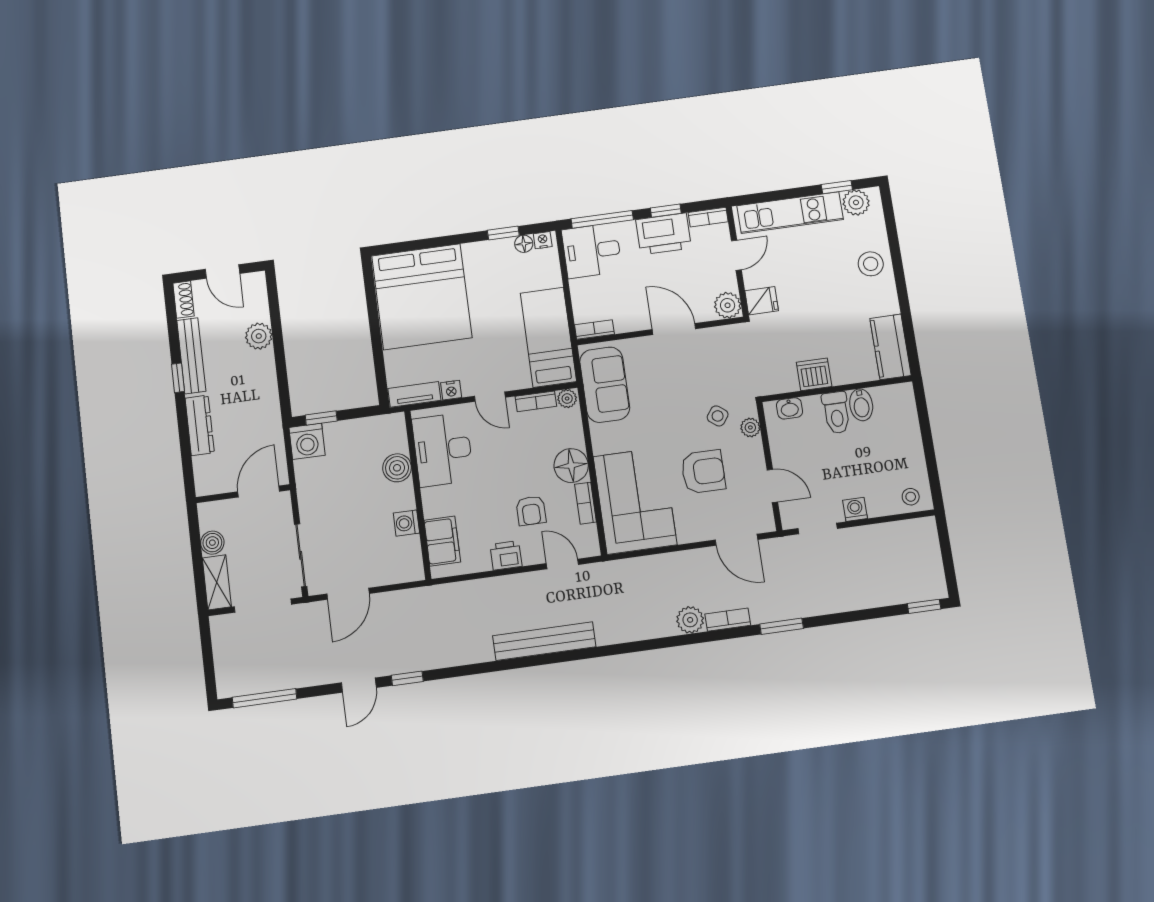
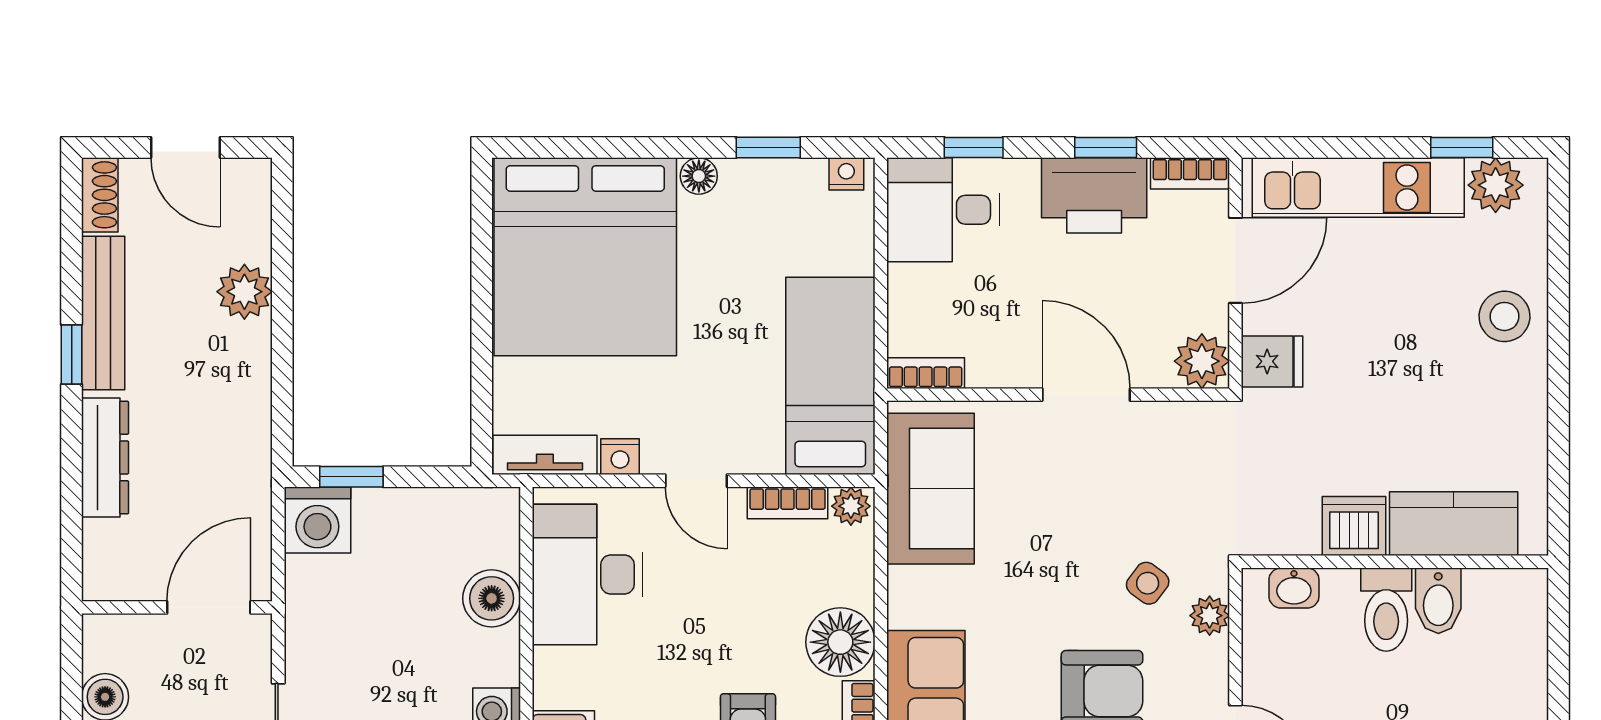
window: (602, 219) -> (974, 148), width x0.46
floor lamp: (524, 244) -> (699, 176), moved
door: (736, 255) -> (1235, 260), width x1.38
kitchen counter: (890, 347) -> (1454, 524), moved, turned 90

